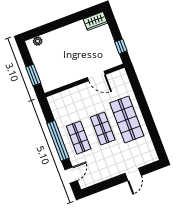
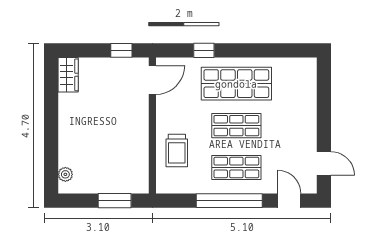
door: (96, 76) -> (152, 80), moved
window: (139, 94) -> (204, 50), added
trolley: (75, 100) -> (177, 151), added
door: (133, 174) -> (324, 163), moved

